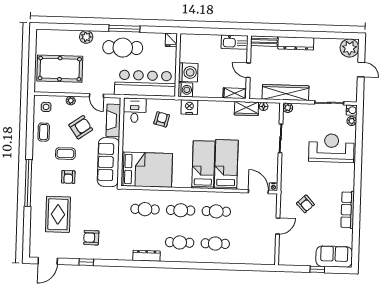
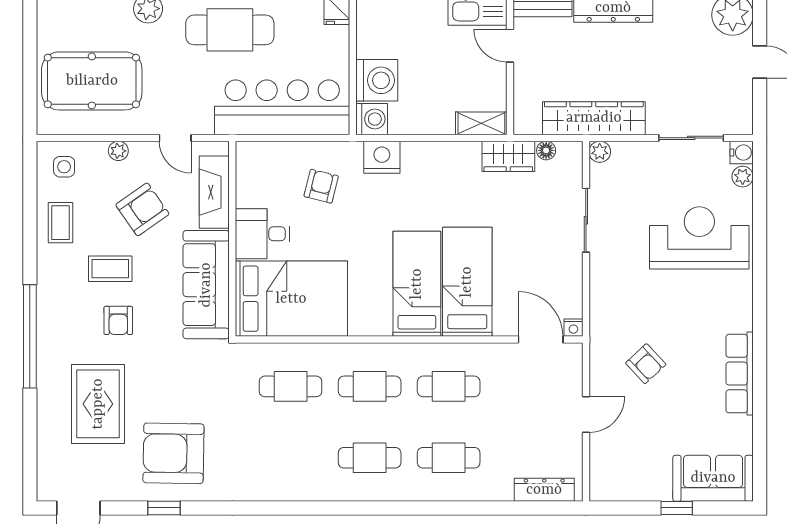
door: (248, 70) -> (510, 46), moved
desk: (135, 110) -> (262, 234), moved, turned -90
armchair: (91, 238) -> (173, 453), width x1.88, depth x1.88
dresser: (147, 256) -> (544, 490), moved

